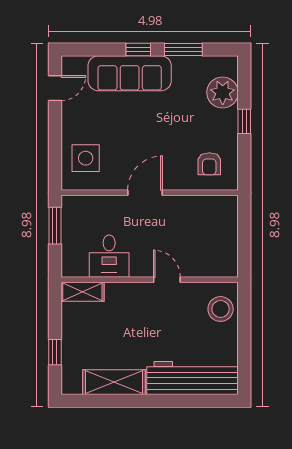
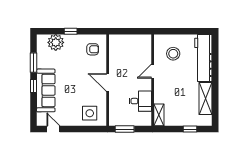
stool: (221, 309) -> (173, 54), moved

